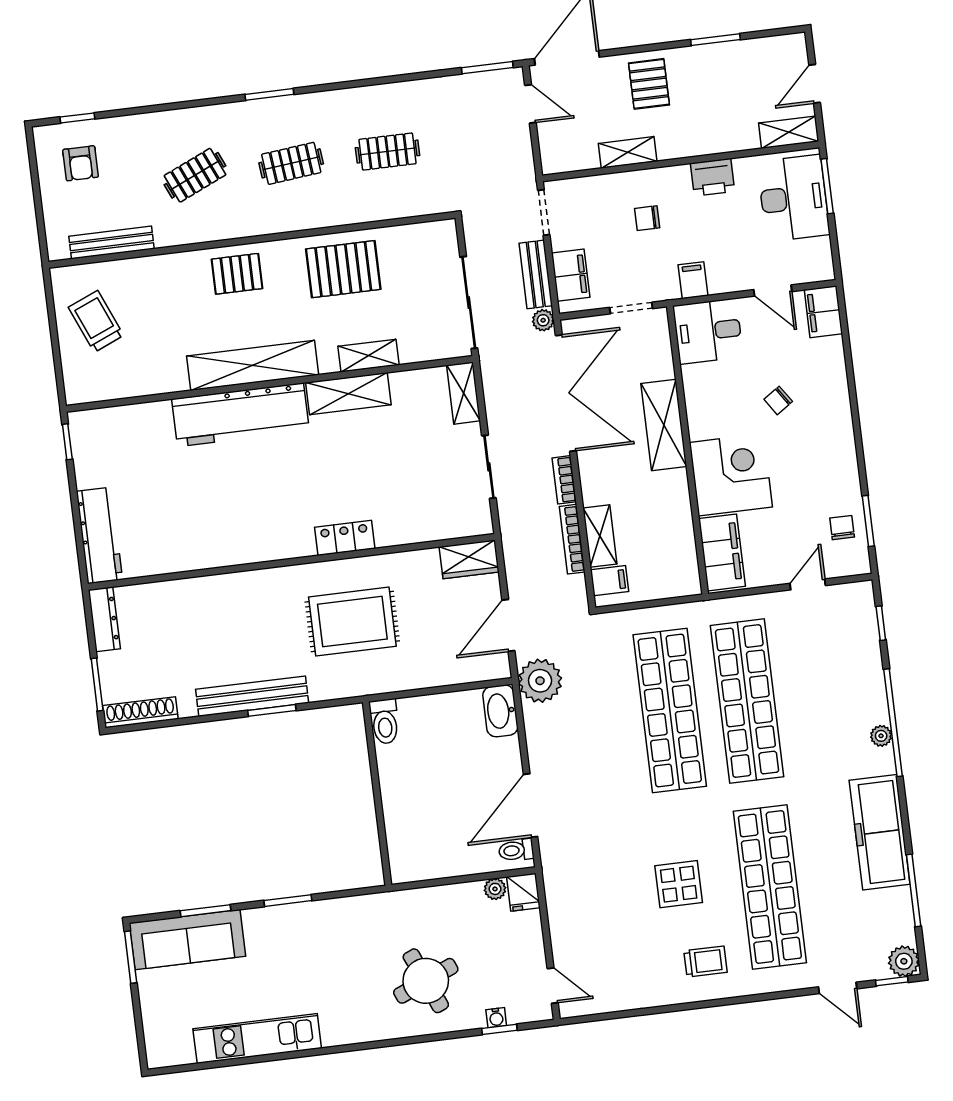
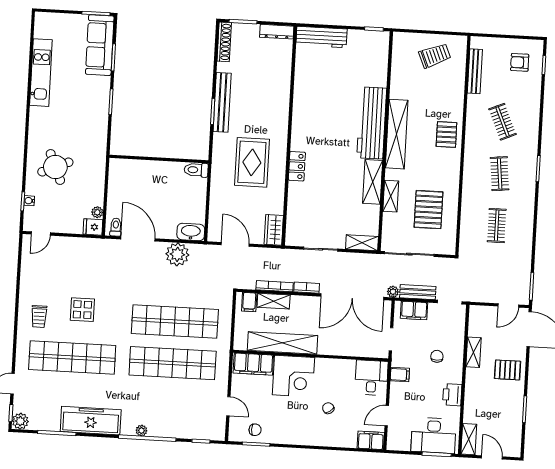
pallet: (343, 269) -> (429, 210), moved
shelving: (664, 425) -> (282, 343), moved, width x1.47
plant: (540, 681) -> (177, 254), moved

